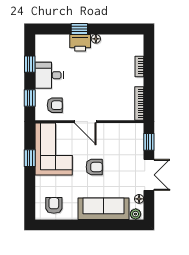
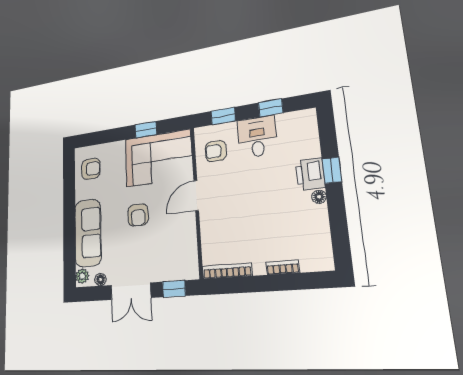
armchair: (55, 105) -> (216, 151), turned 90

